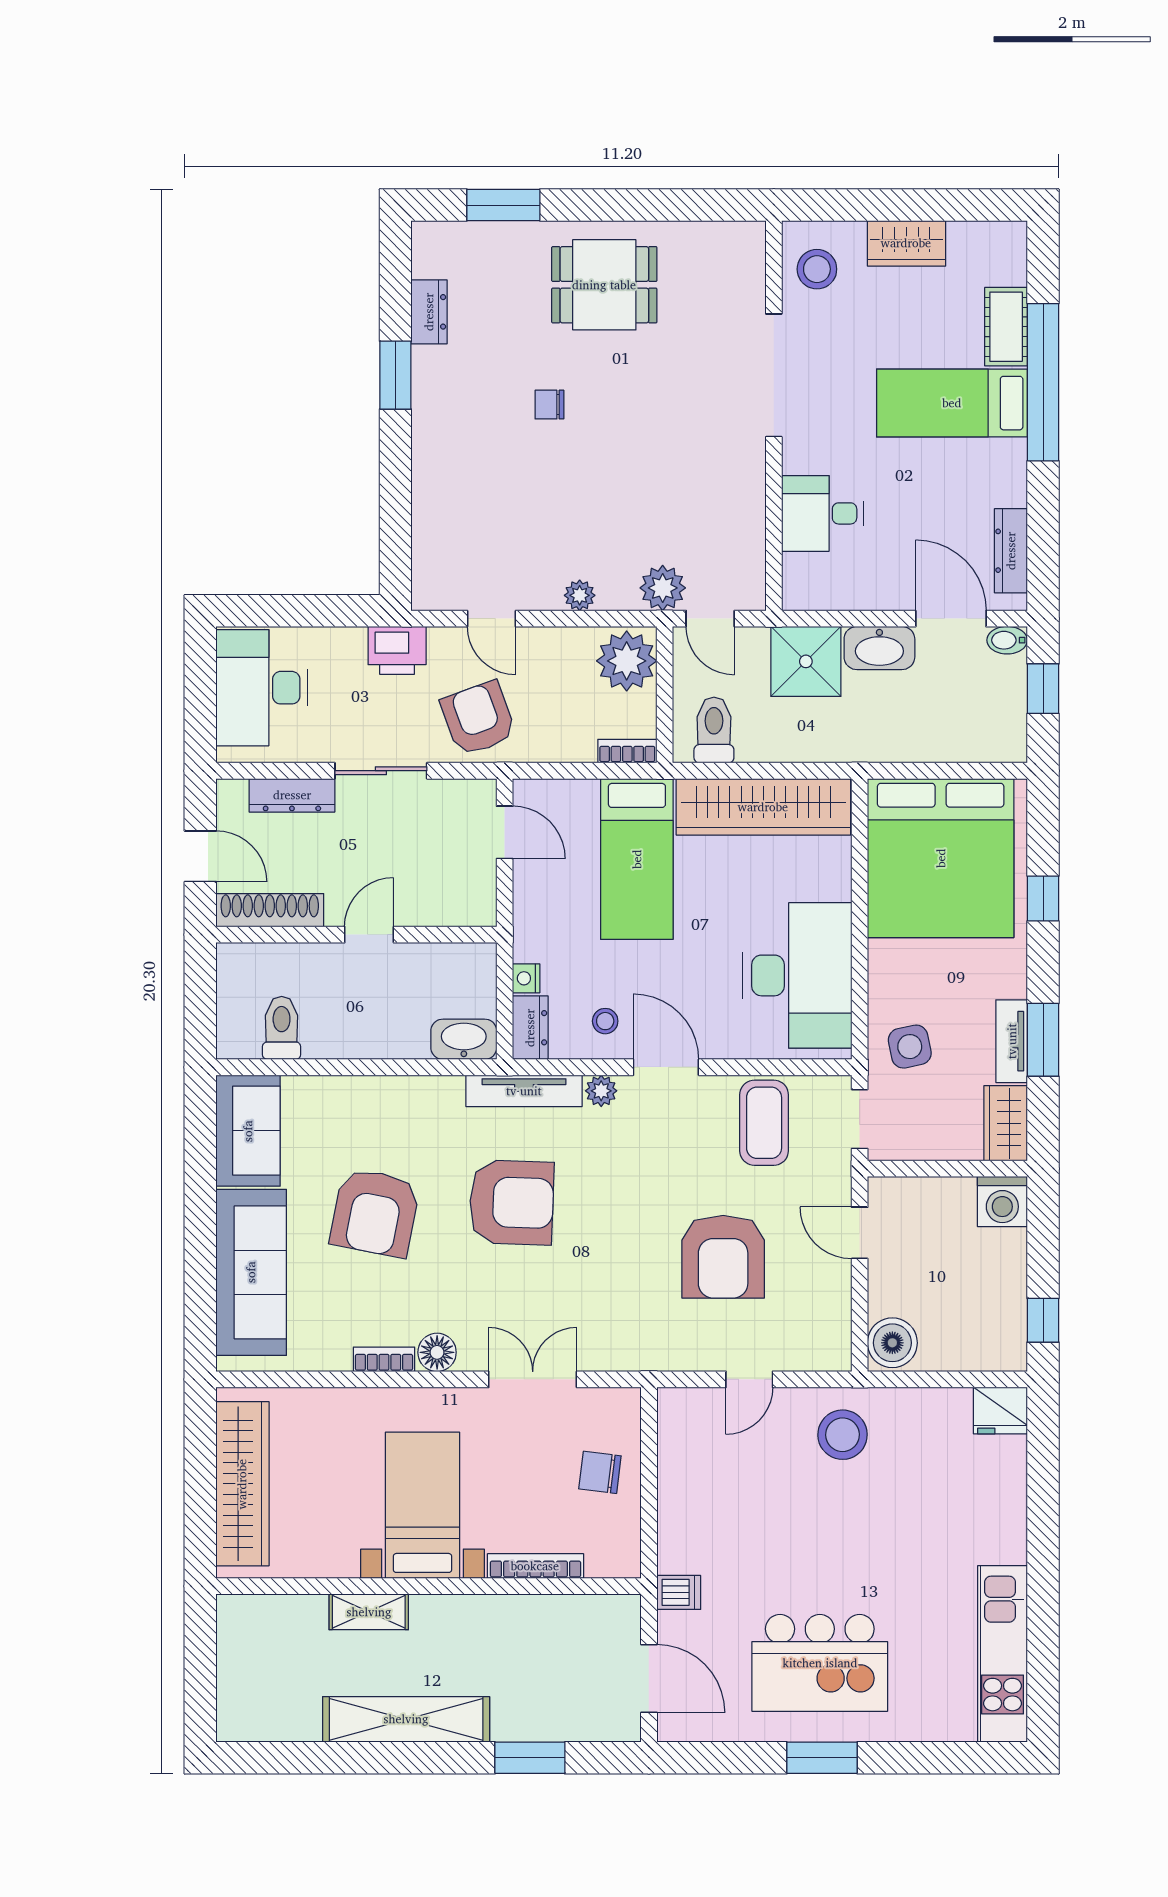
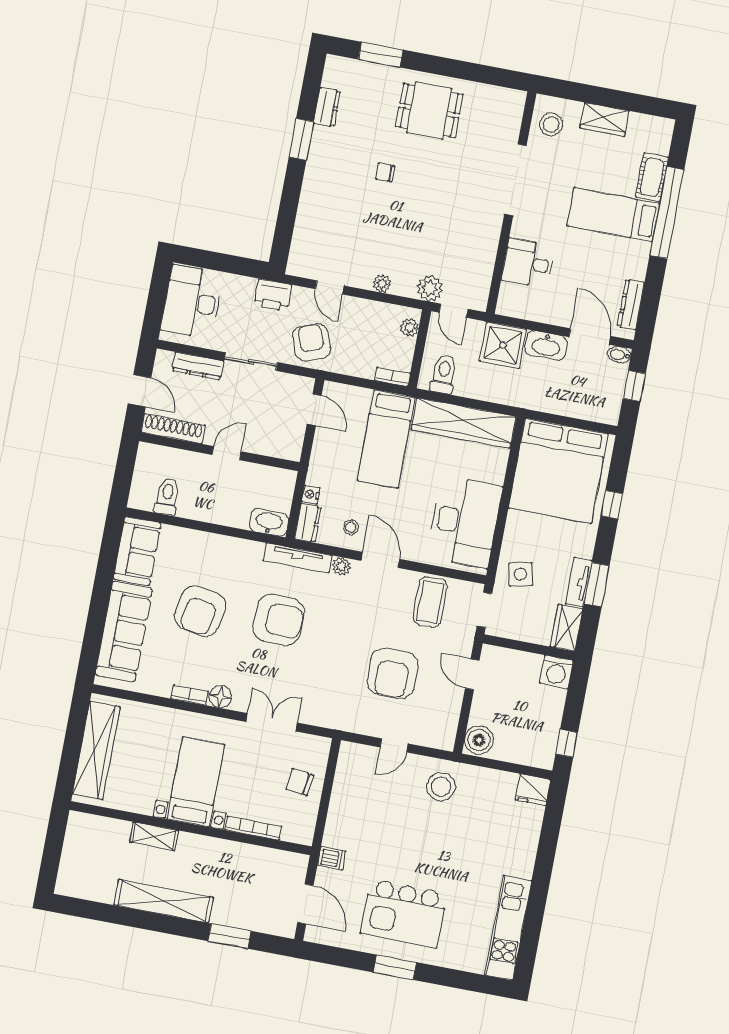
plant: (627, 661) -> (410, 327), width x0.53, depth x0.53

